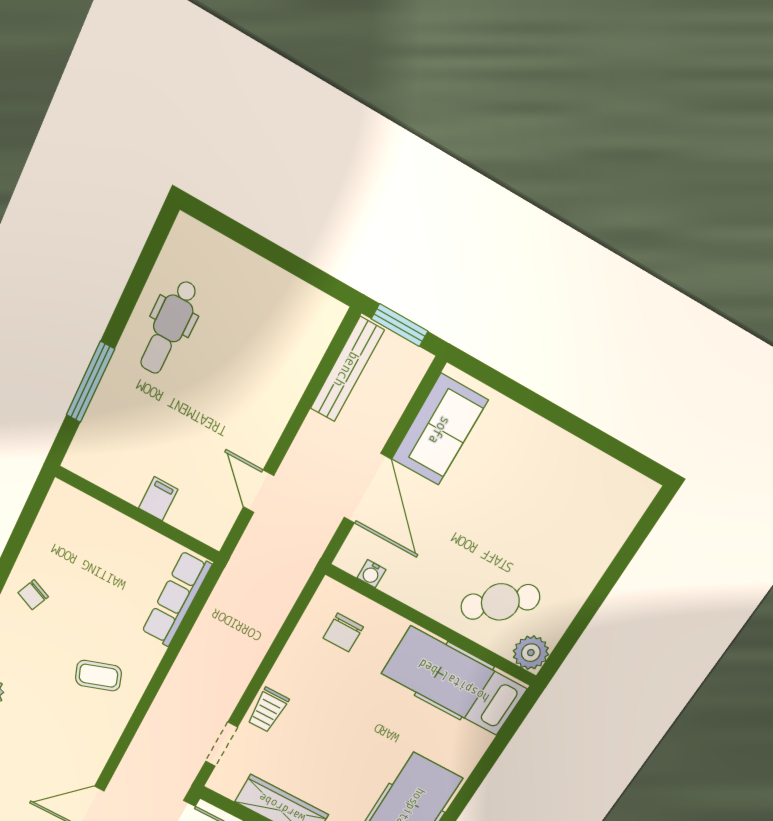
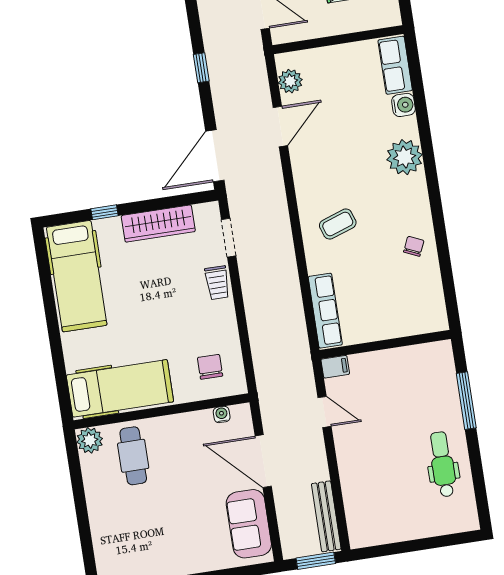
filing cabinet: (158, 499) -> (335, 367), moved, turned -90
cafe table: (500, 602) -> (133, 456), turned -51
trolley: (268, 710) -> (217, 283), turned 180

